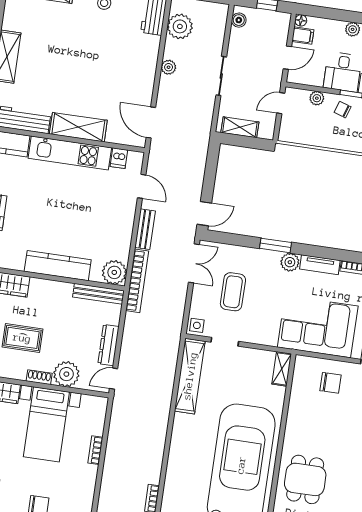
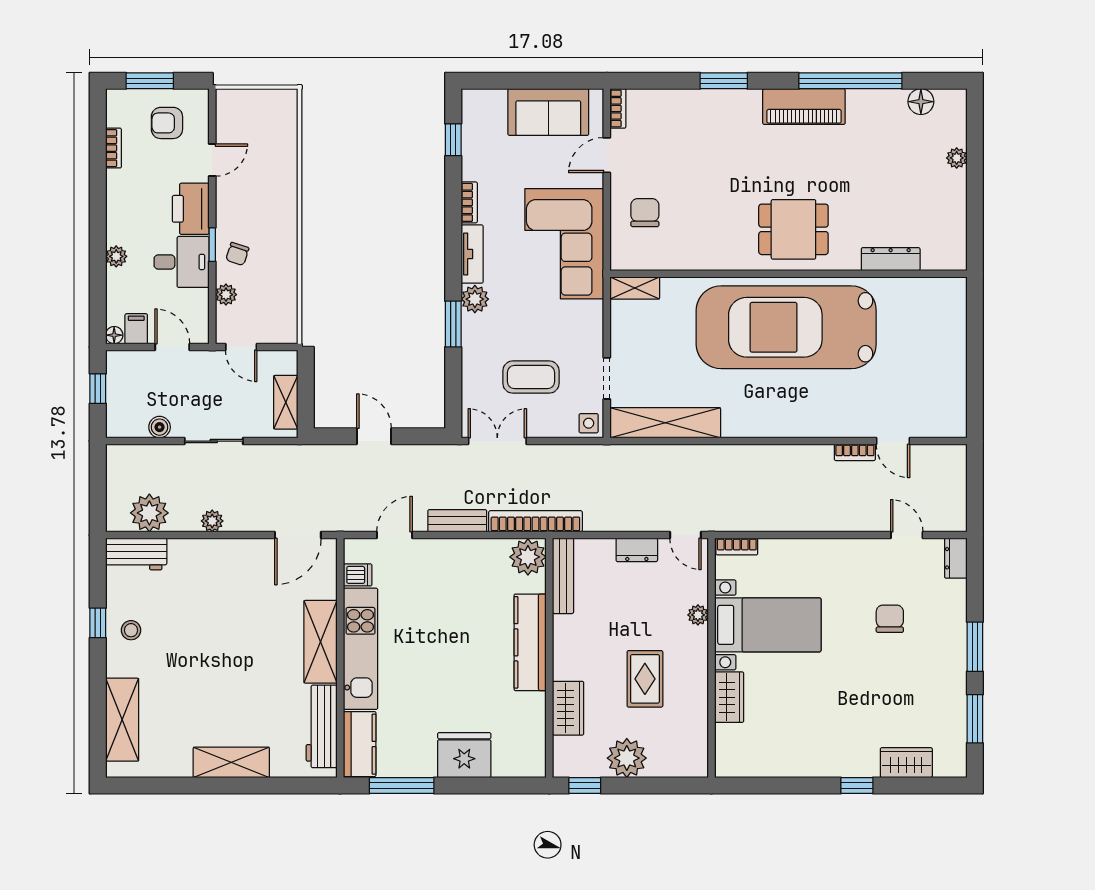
boiler: (239, 20) -> (160, 427), moved
door: (204, 214) -> (374, 436), moved
dresser: (108, 345) -> (637, 550), width x0.70
plant: (66, 374) -> (698, 615), width x0.53, depth x0.53
shoe rack: (39, 377) -> (699, 646), removed
bookcase: (95, 450) -> (737, 547), moved

